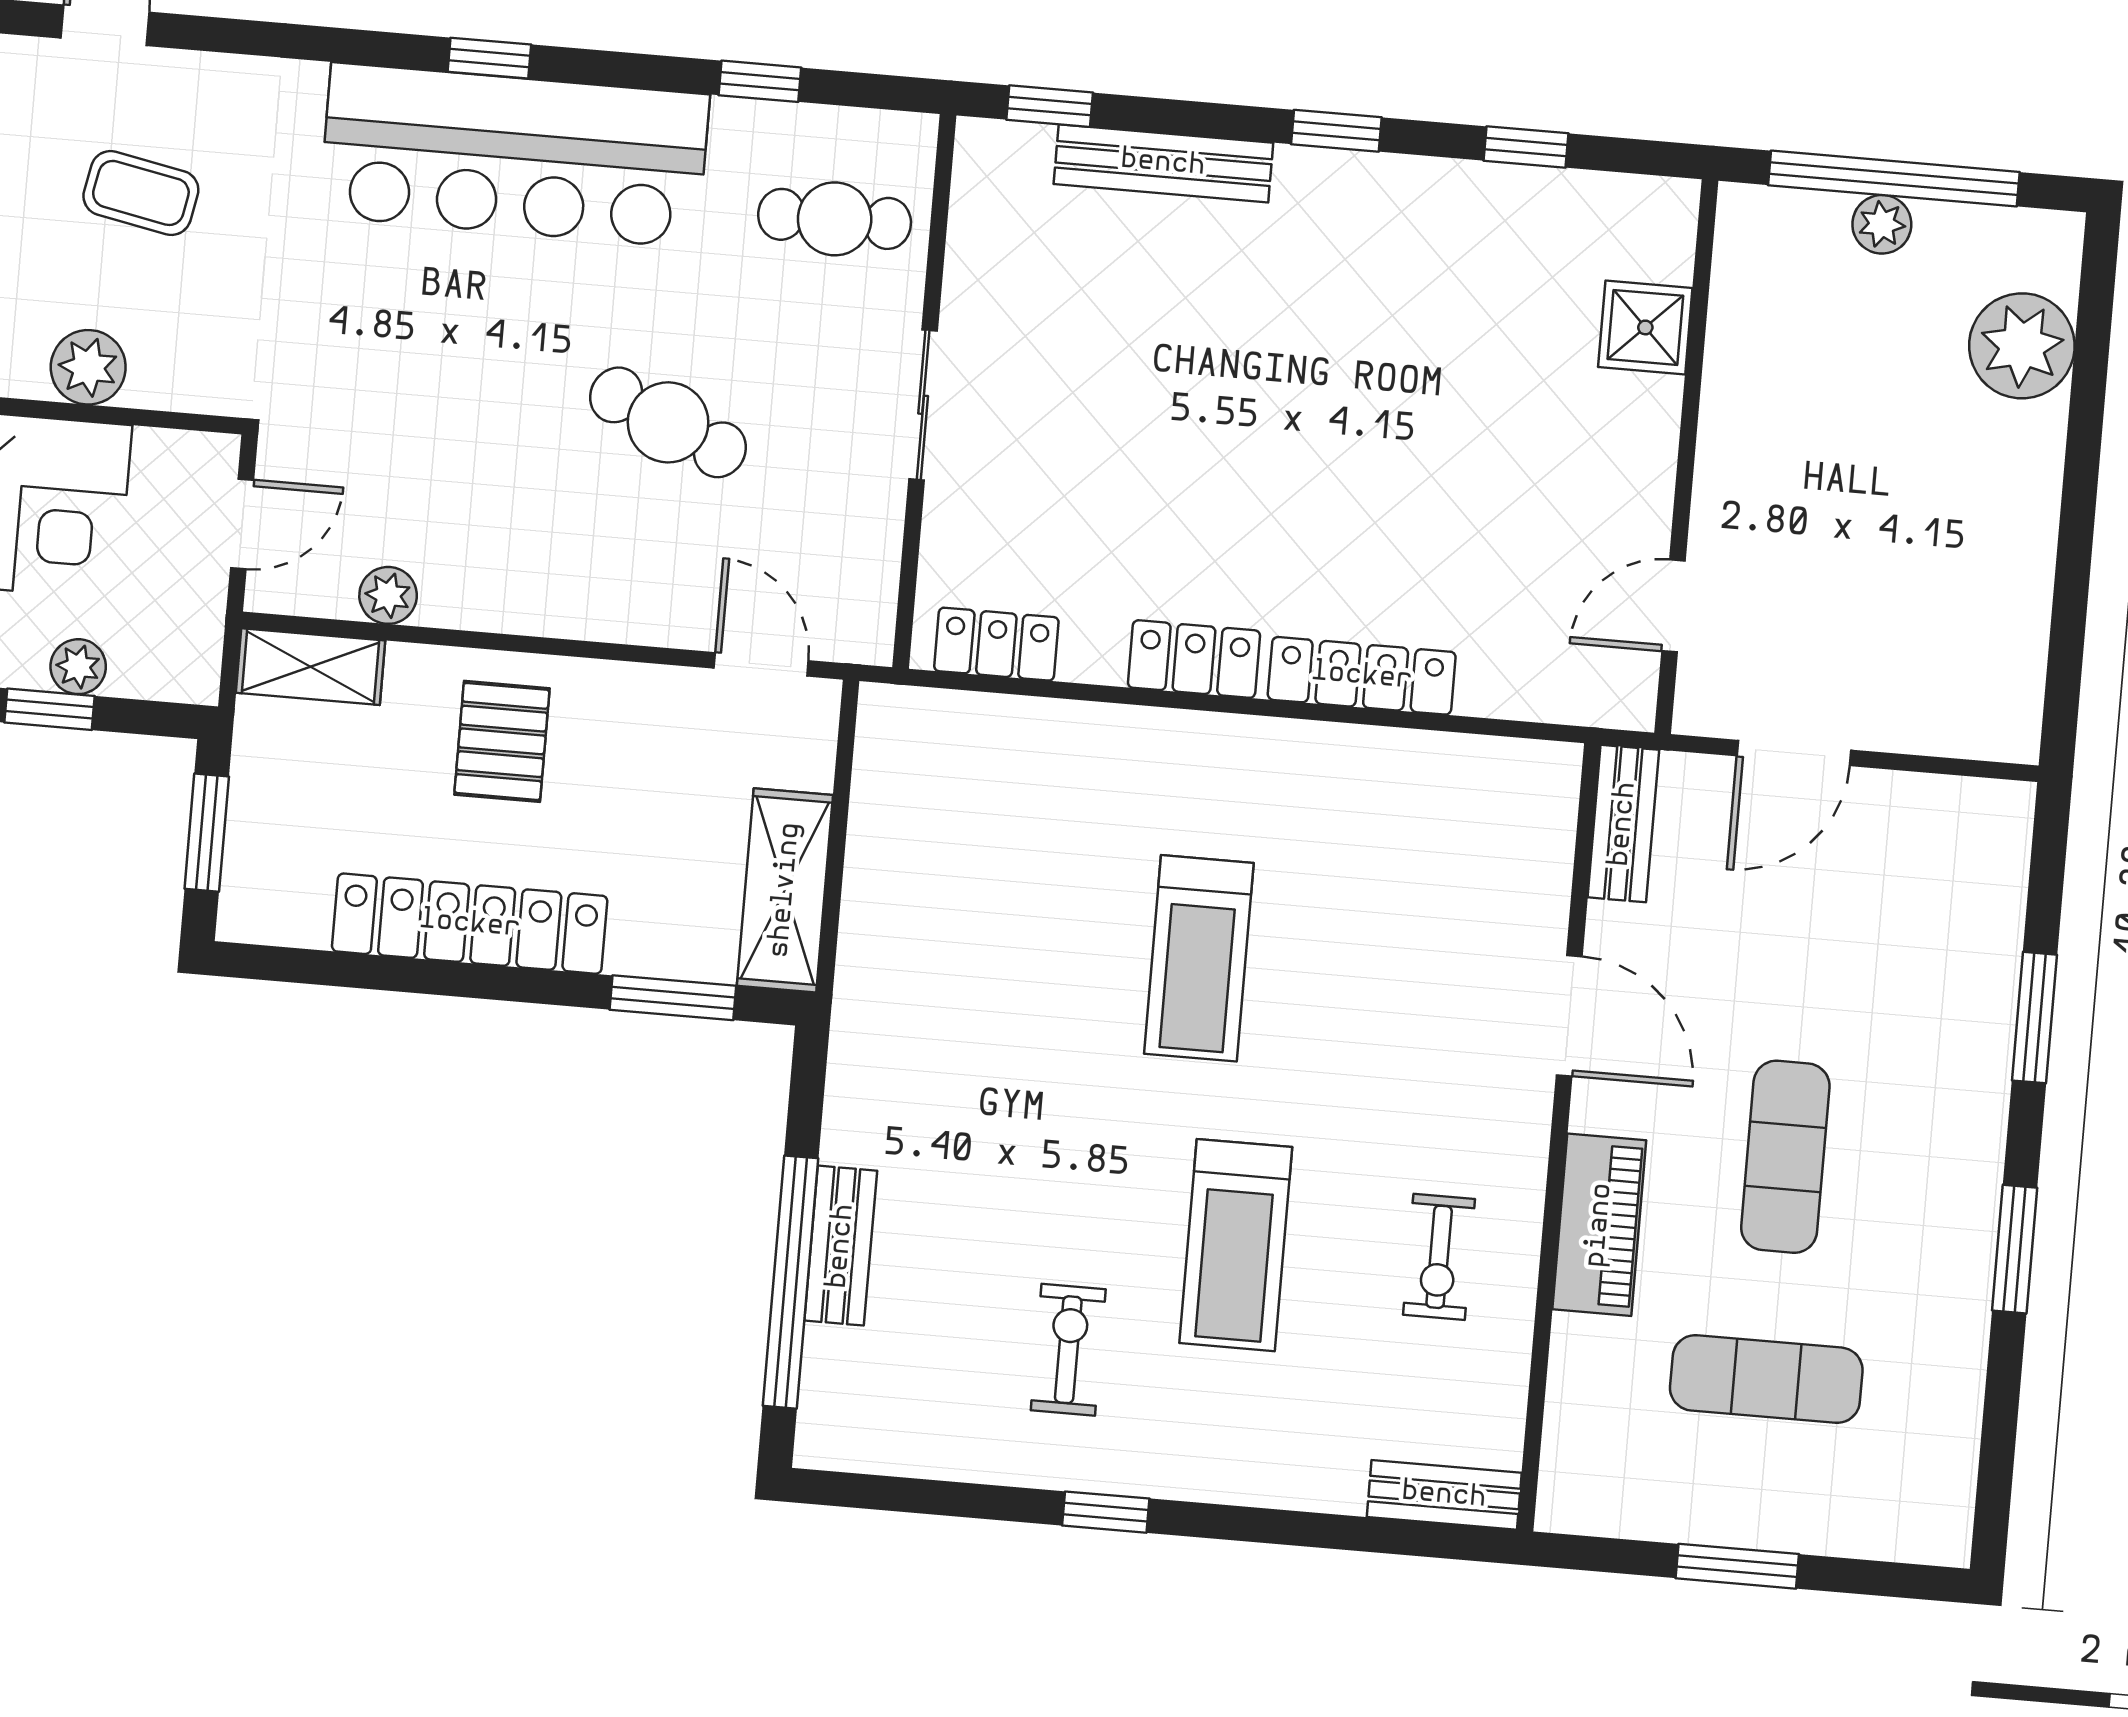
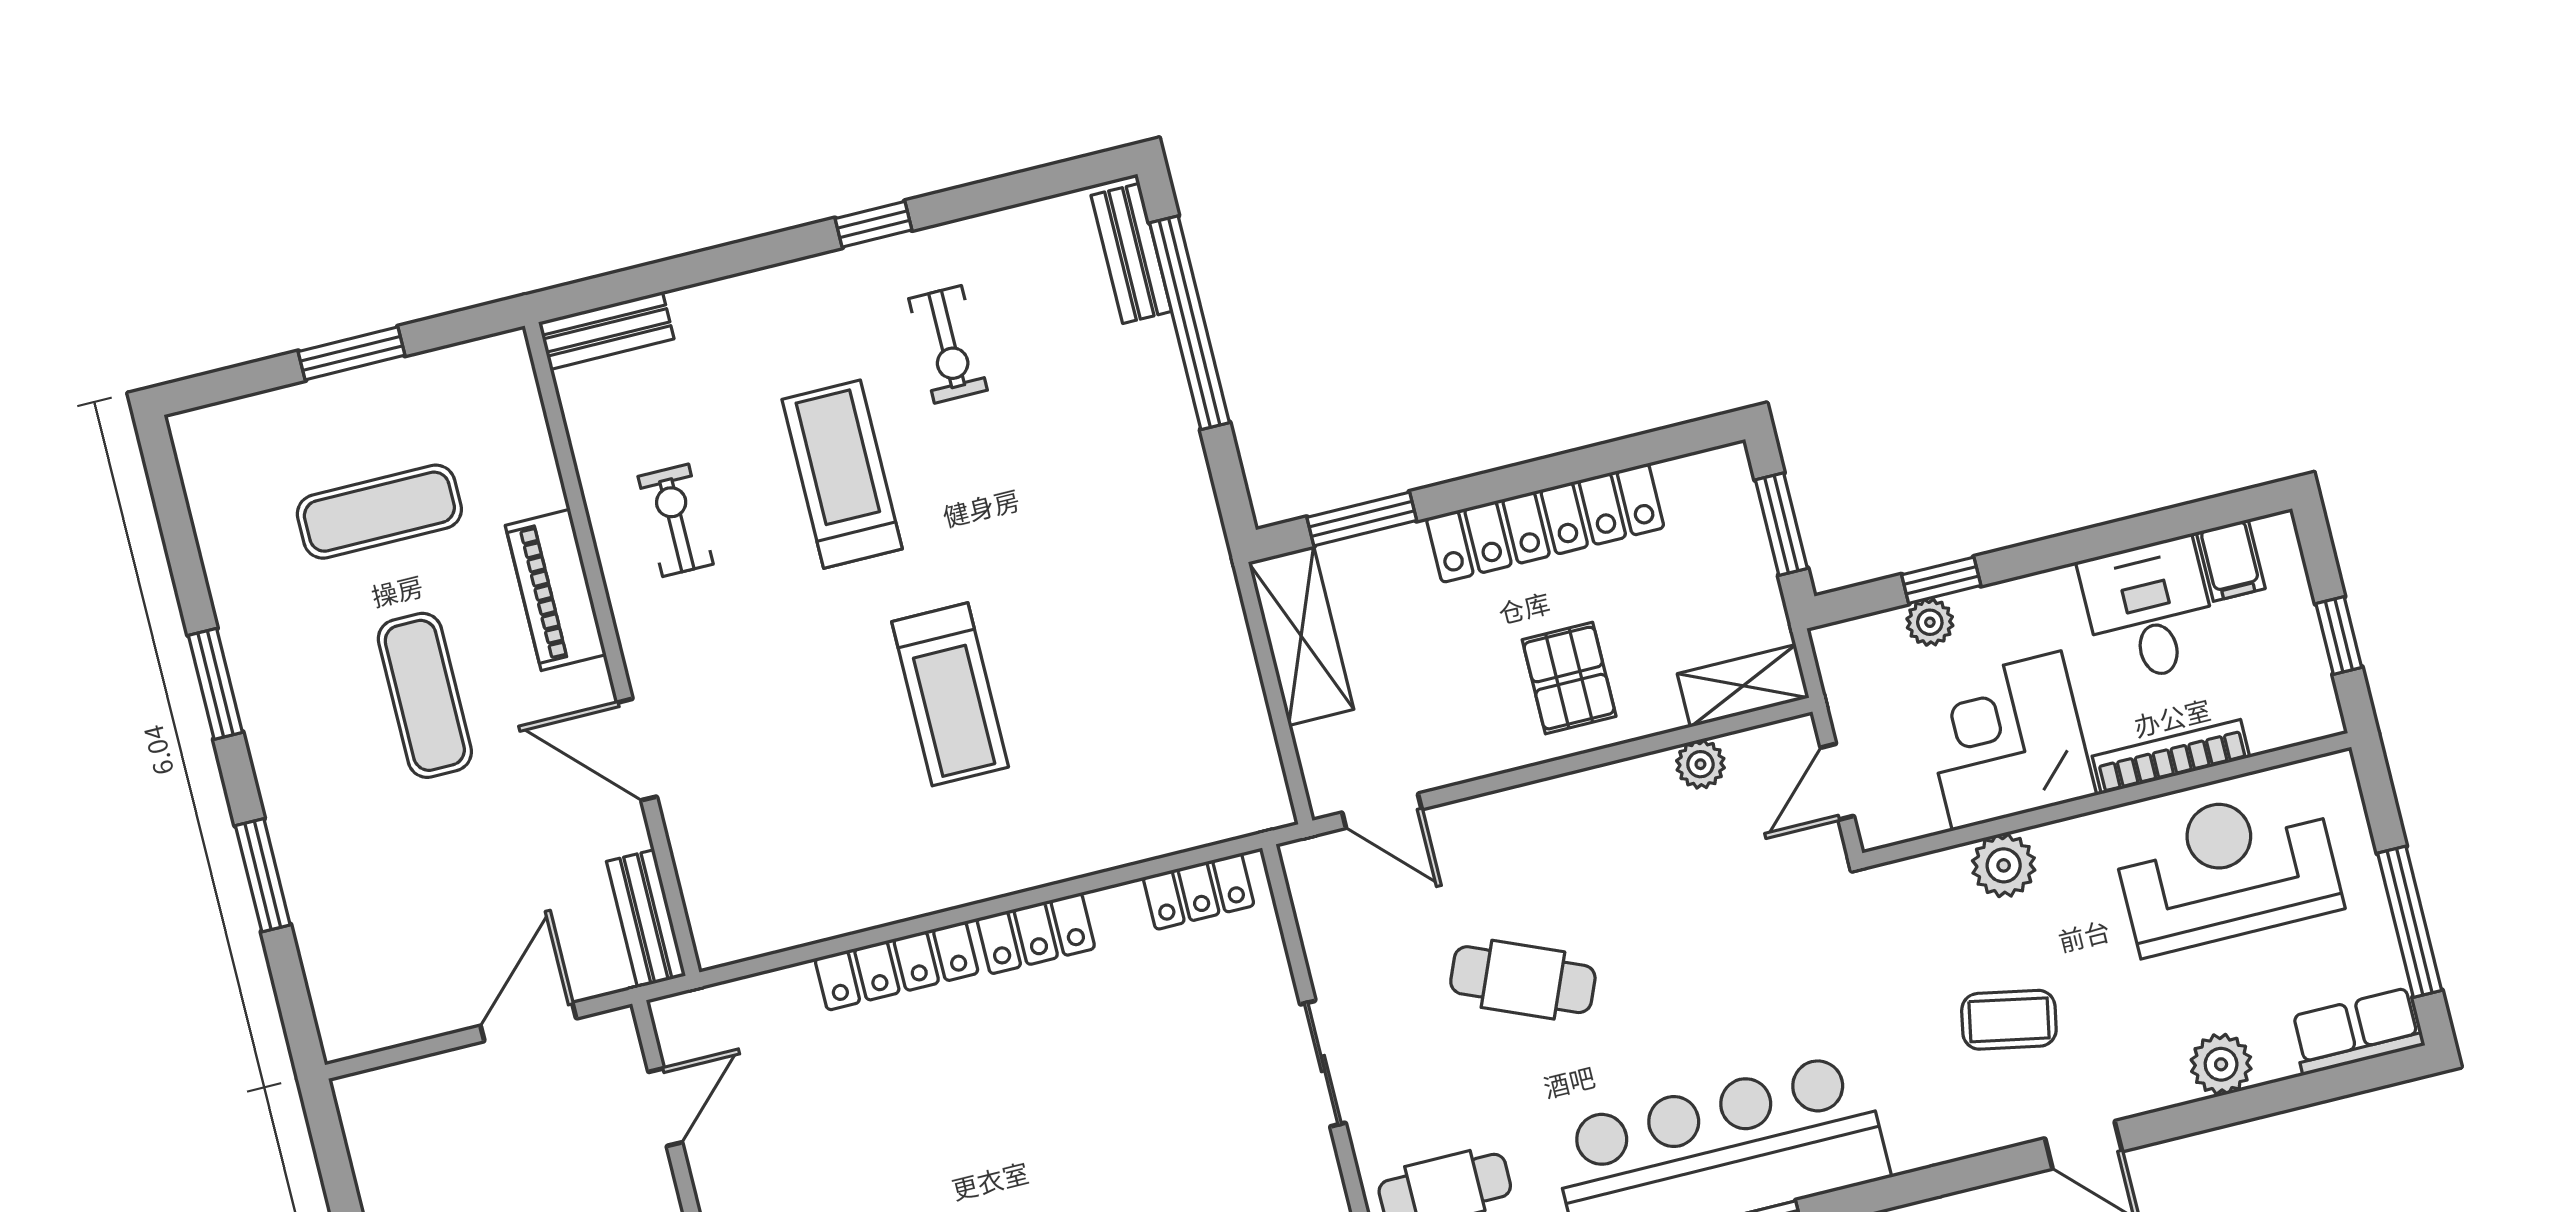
treadmill: (1199, 958) -> (950, 694), turned 180
bench: (841, 1246) -> (1131, 253), moved

